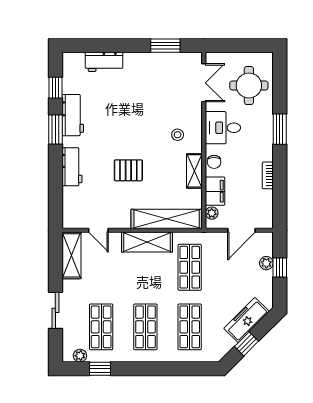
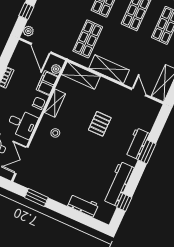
workbench: (73, 115) -> (118, 184), width x1.38
window: (55, 129) -> (147, 152), moved
pallet: (128, 170) -> (100, 124), turned 90
shelving: (167, 219) -> (81, 75), width x0.68
door: (241, 230) -> (41, 48), swing flipped
plant: (266, 263) -> (28, 31), moved

